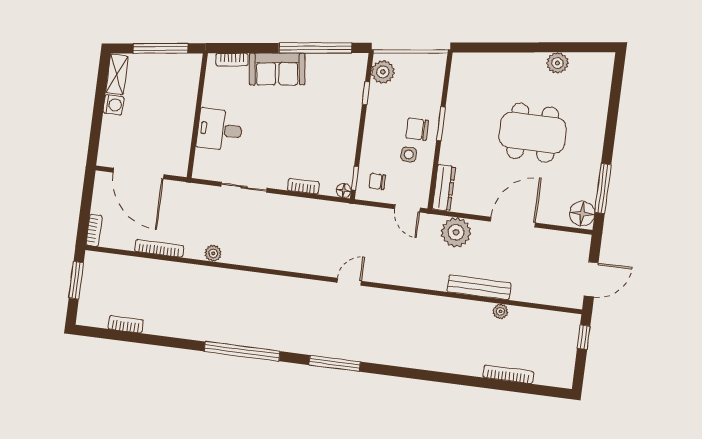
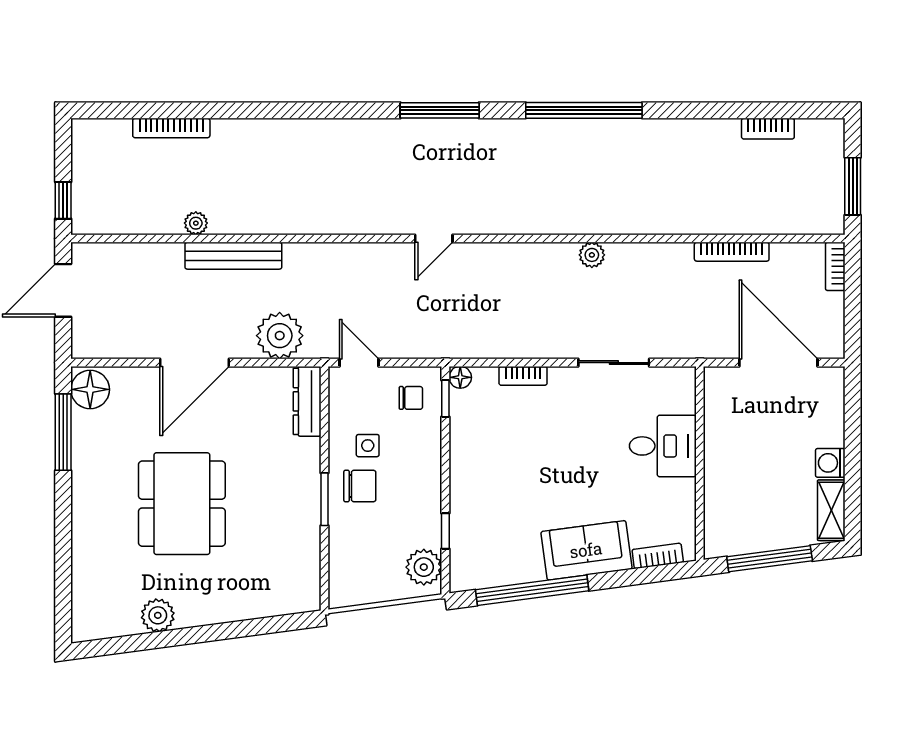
dining table: (533, 133) -> (182, 504), turned 90
plant: (213, 253) -> (592, 255), moved

